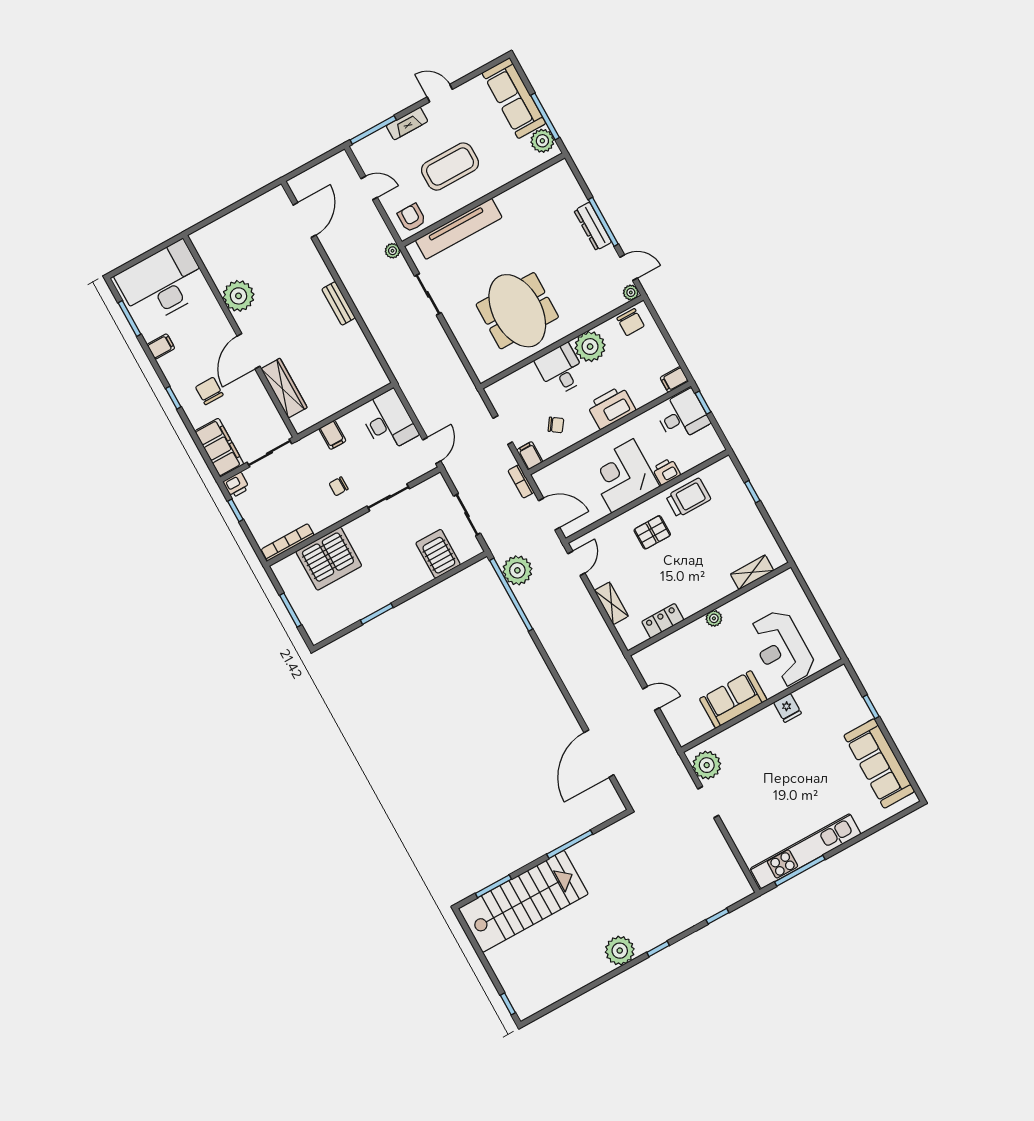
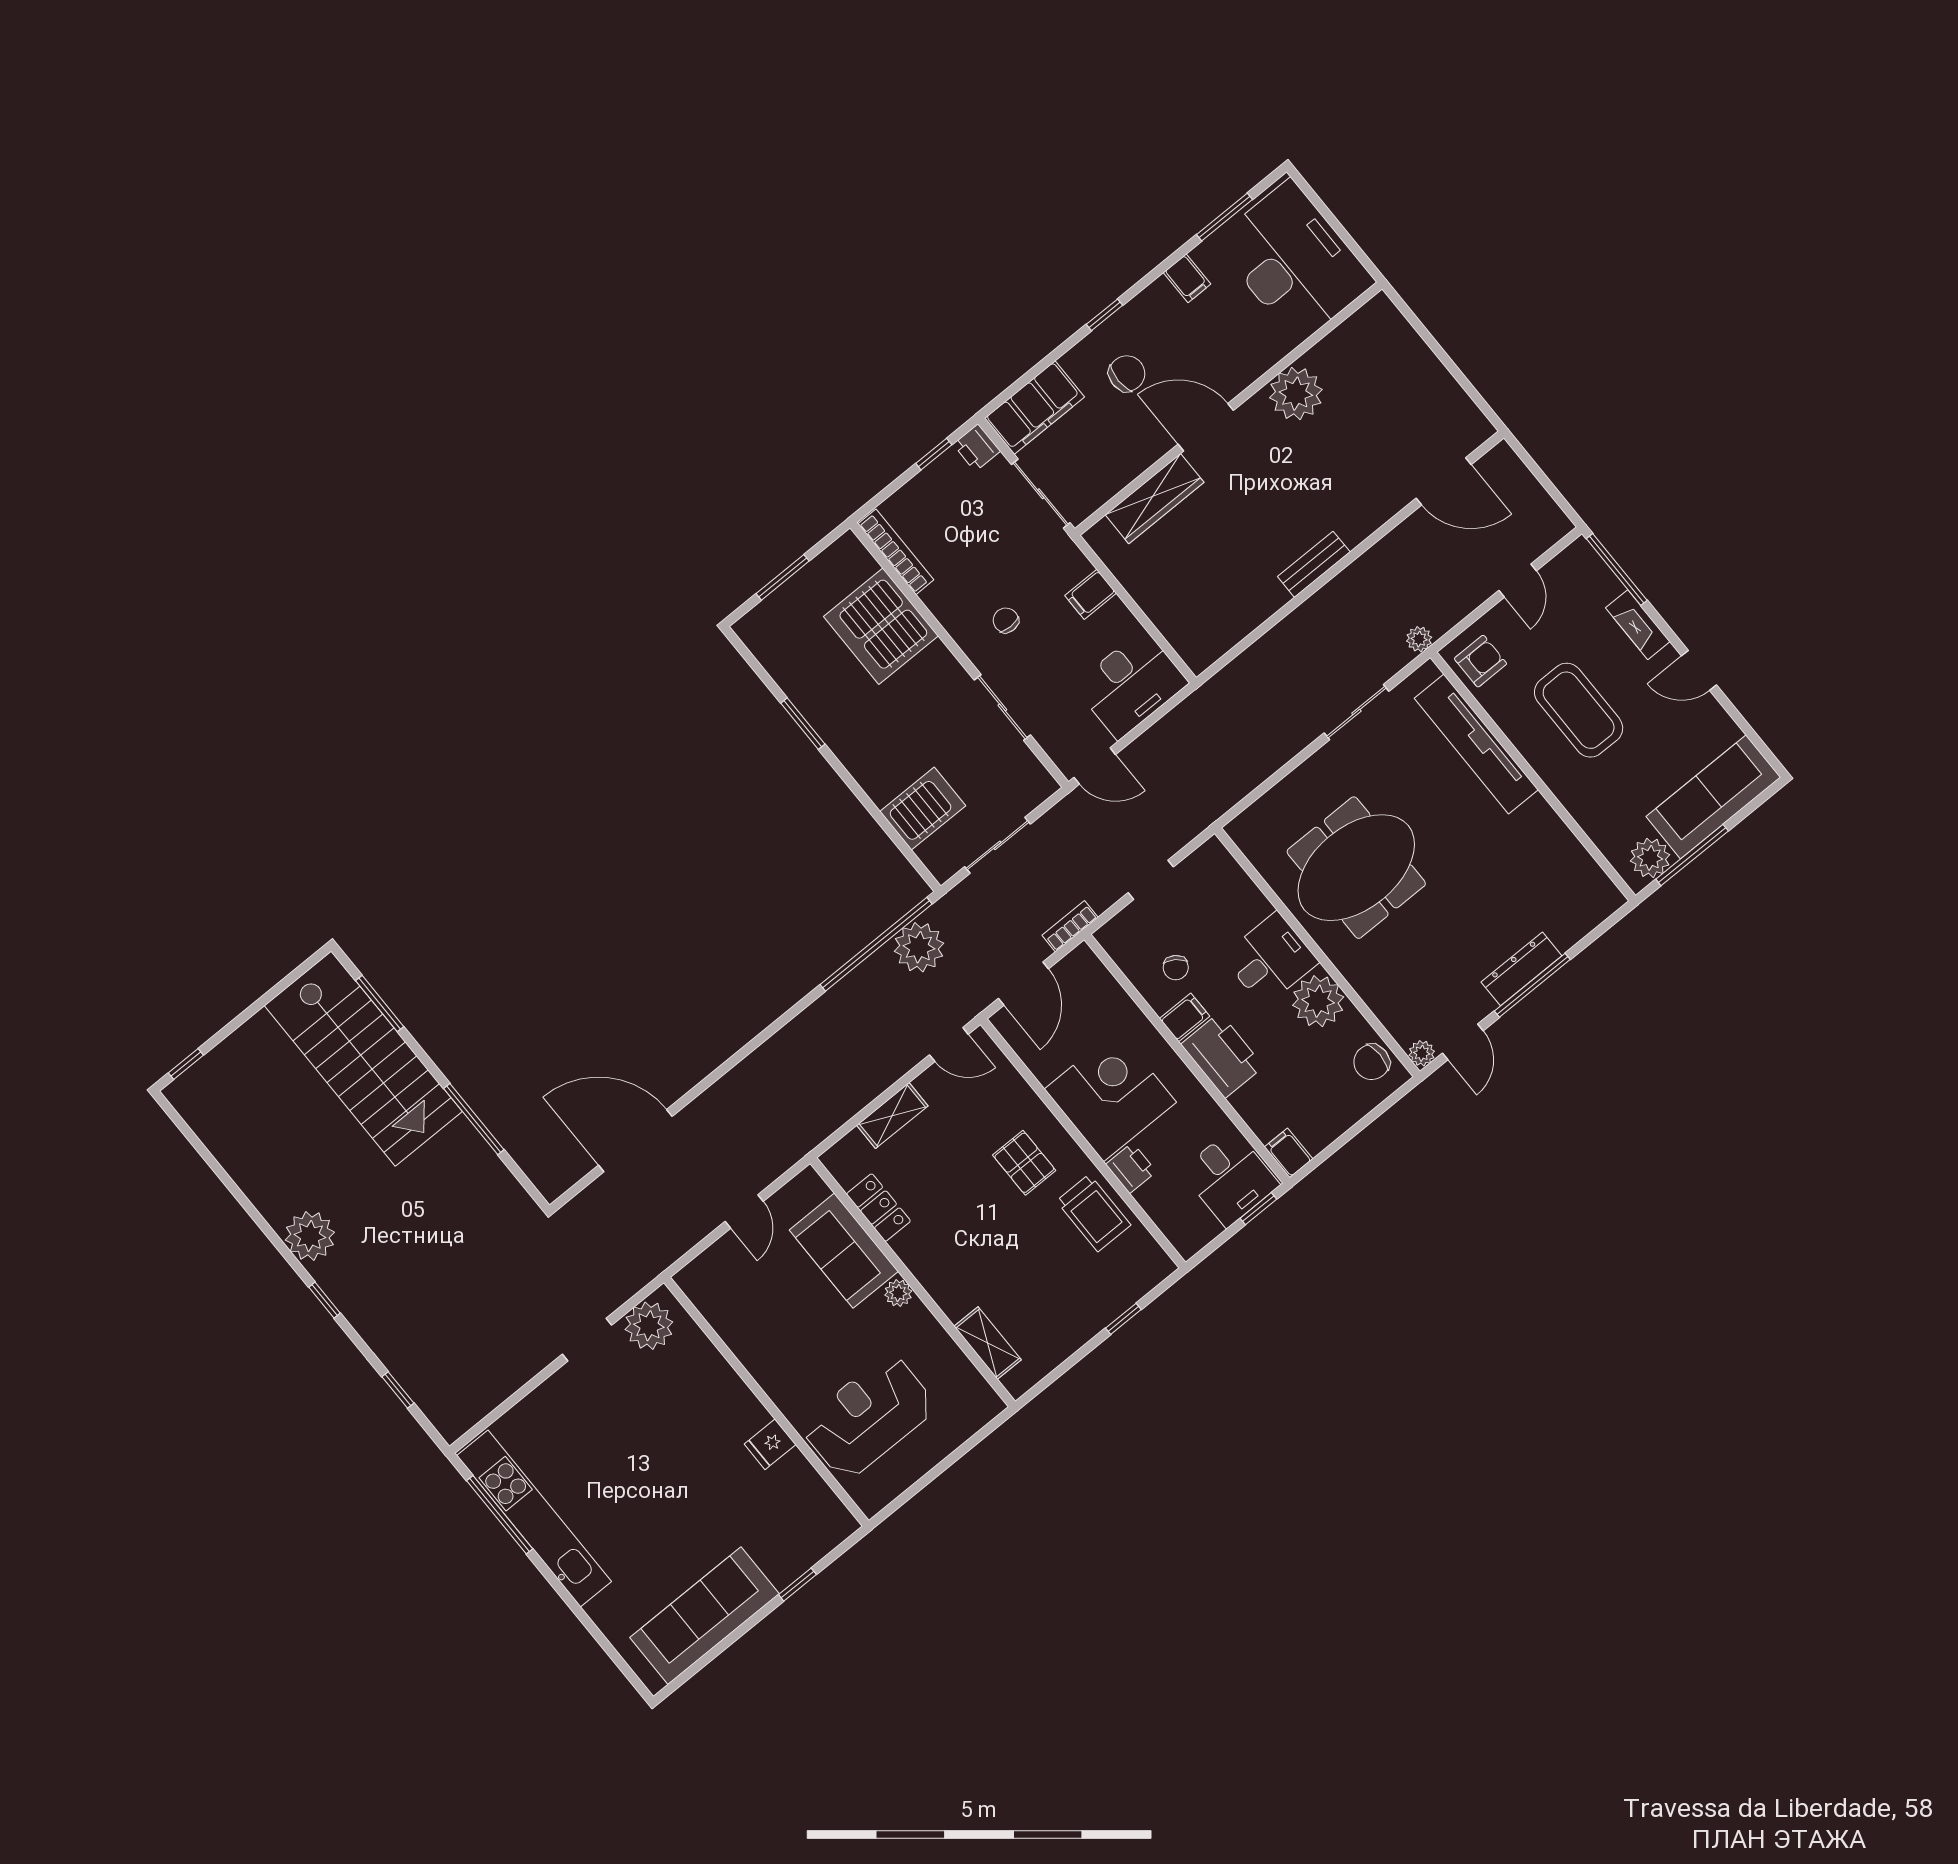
door: (440, 93) -> (1699, 670), swing flipped
filing cabinet: (530, 456) -> (1185, 1017), moved
sofa: (733, 699) -> (844, 1251), moved, turned 180

